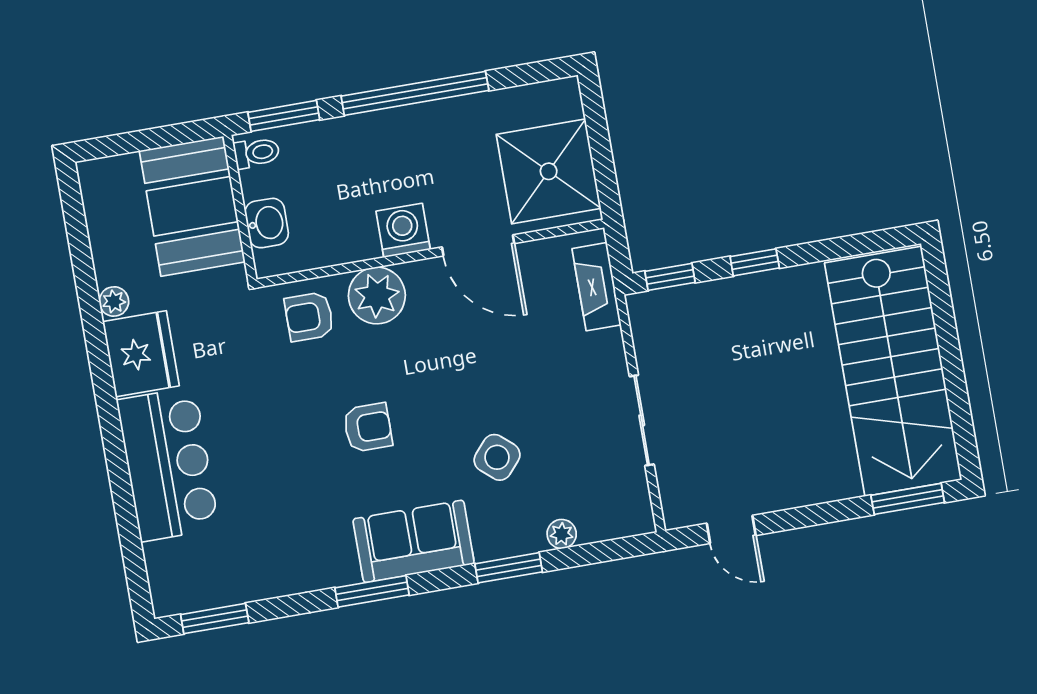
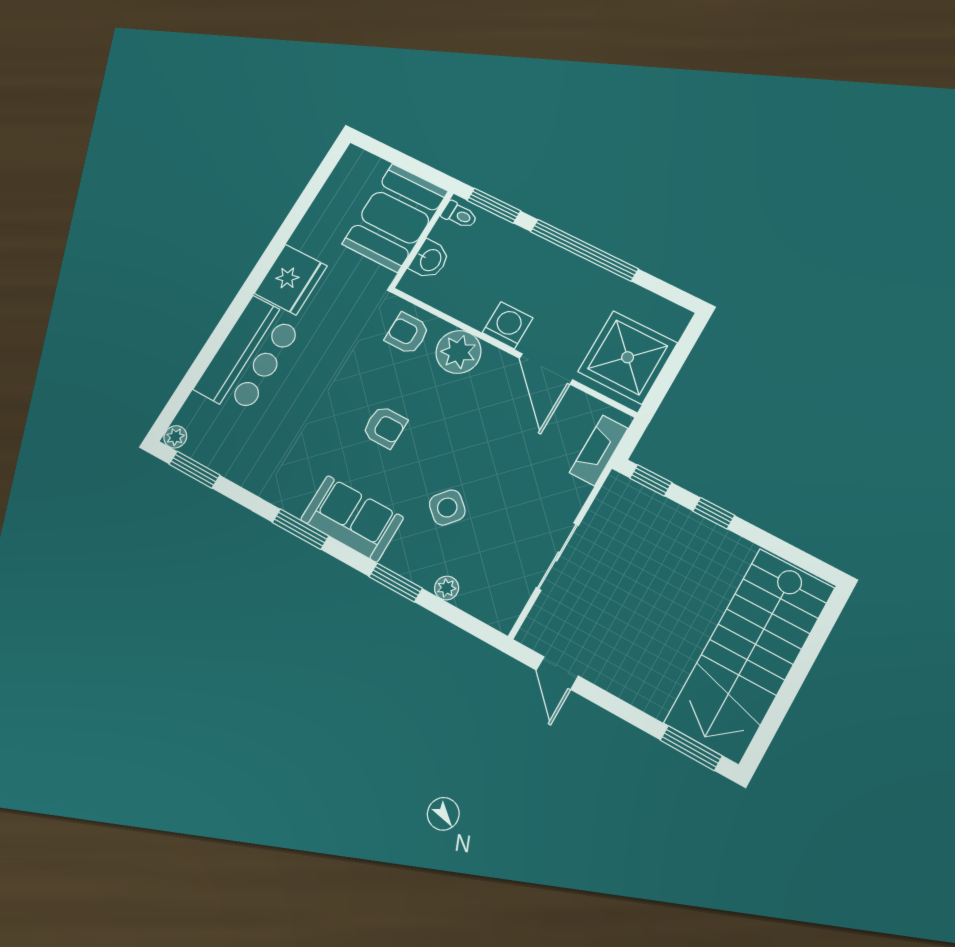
plant: (114, 301) -> (175, 437), moved

